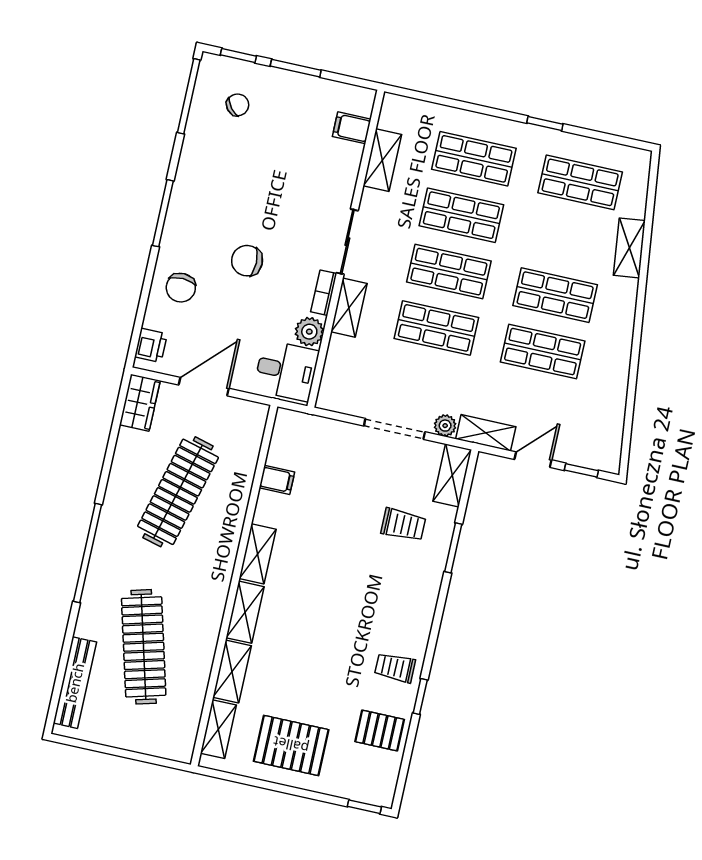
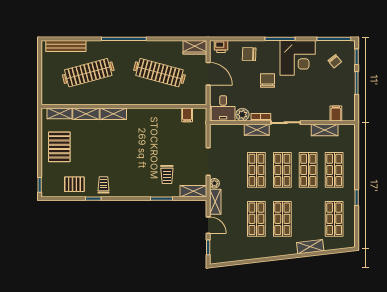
corner desk: (213, 184) -> (298, 58), added
filing cabinet: (277, 480) -> (187, 115), moved
shelving: (258, 554) -> (140, 114), removed
pallet: (380, 731) -> (74, 184), turned 90

